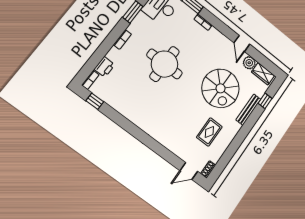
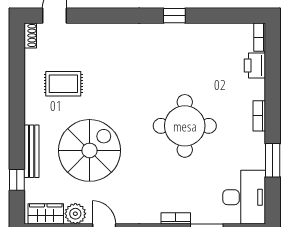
spiral stairs: (221, 88) -> (89, 150), turned 90
window: (95, 101) -> (174, 16), moved
rug: (209, 132) -> (63, 84), turned 90

